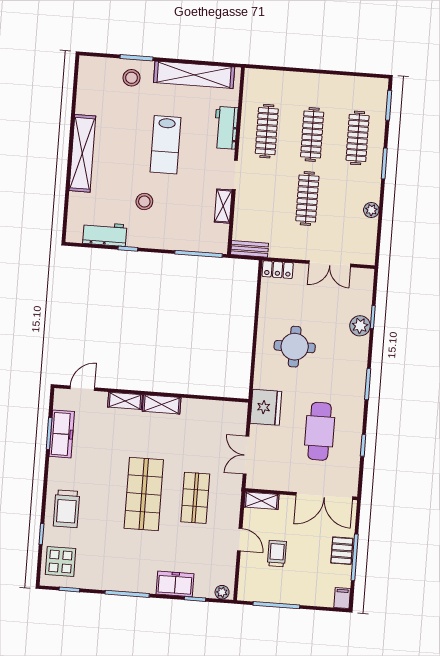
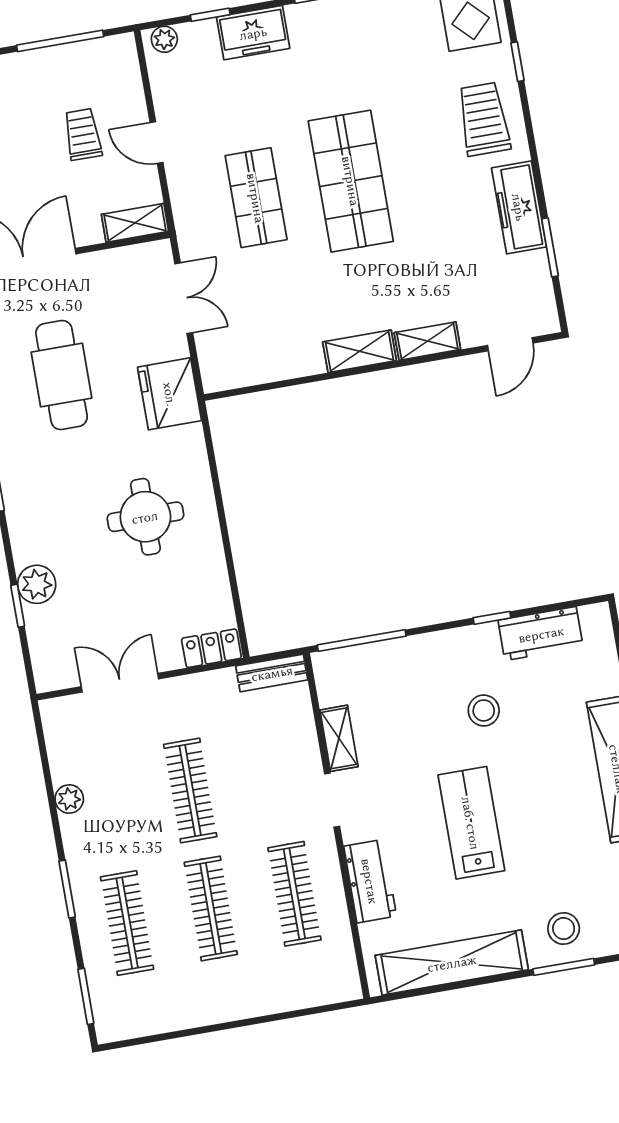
freezer: (62, 434) -> (519, 207), moved
trolley: (277, 554) -> (83, 134), turned 180

